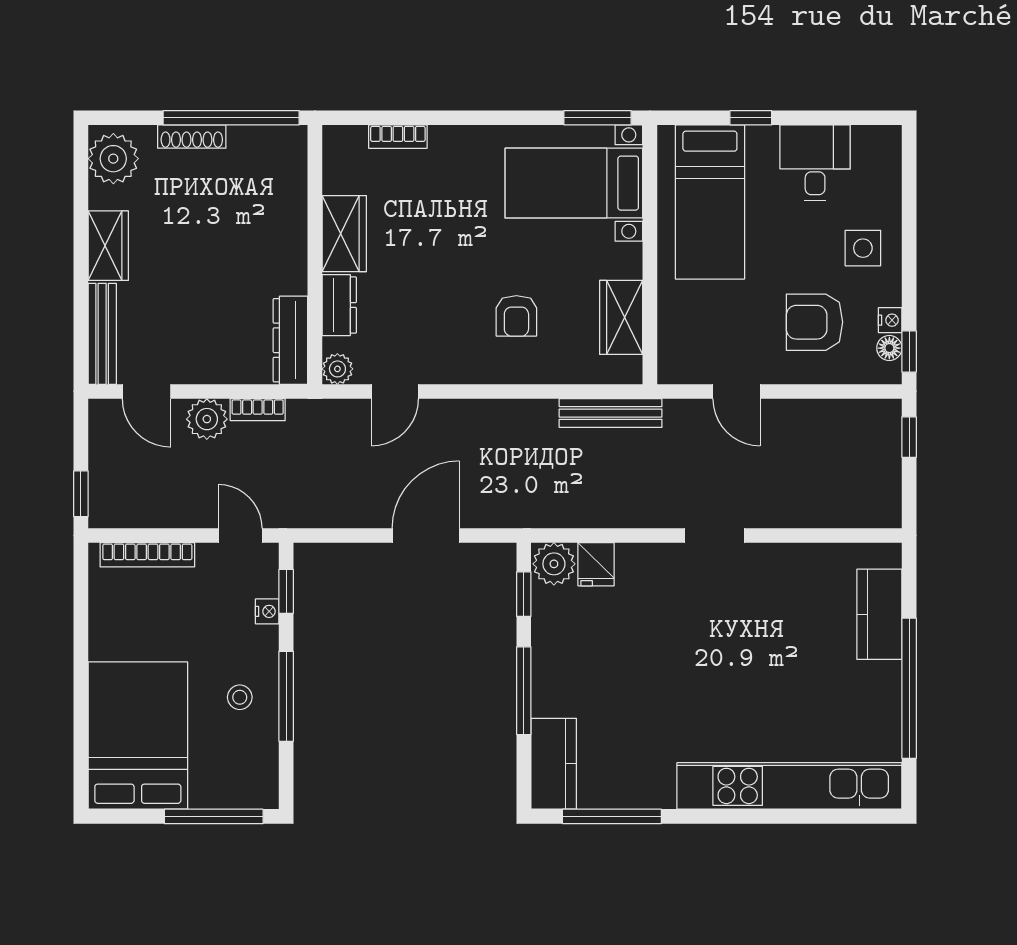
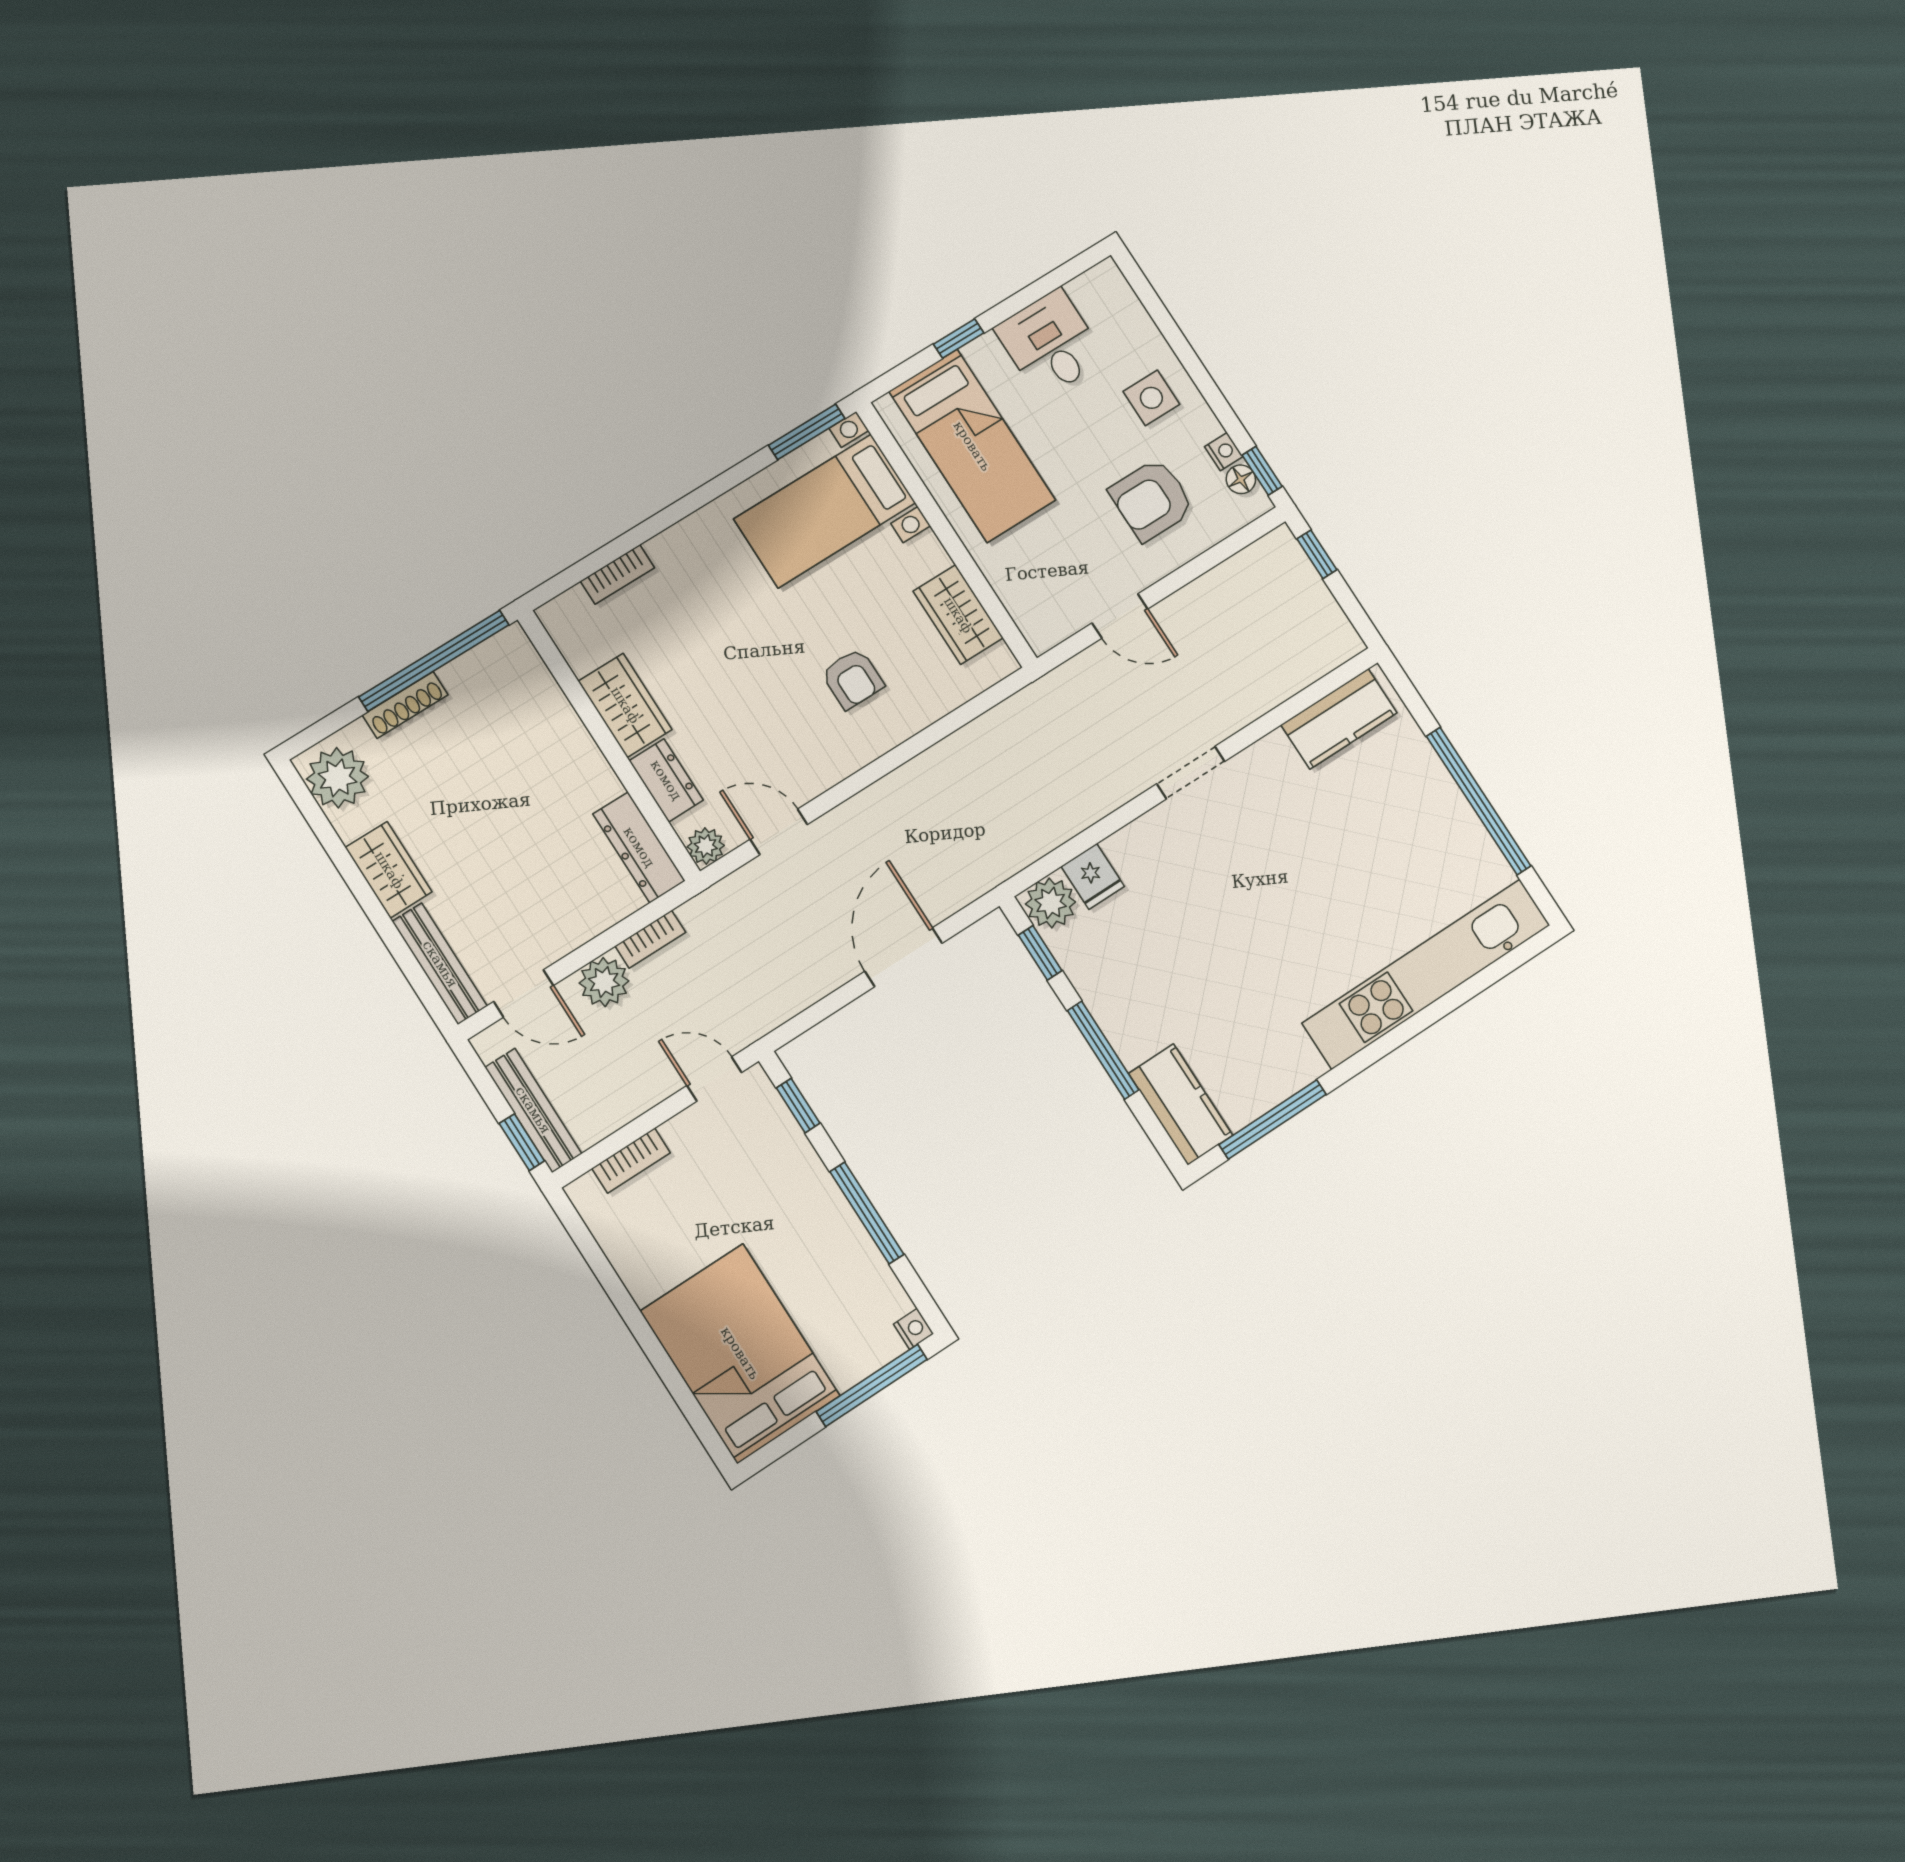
door: (395, 391) -> (779, 832), swing flipped
bench: (611, 413) -> (533, 1110), moved, turned 90
bookcase: (147, 555) -> (631, 1161), width x0.64
nightstand: (267, 611) -> (914, 1329), moved
kitchen counter: (879, 614) -> (1339, 719), moved, turned -90
stool: (240, 697) -> (820, 1245), removed

